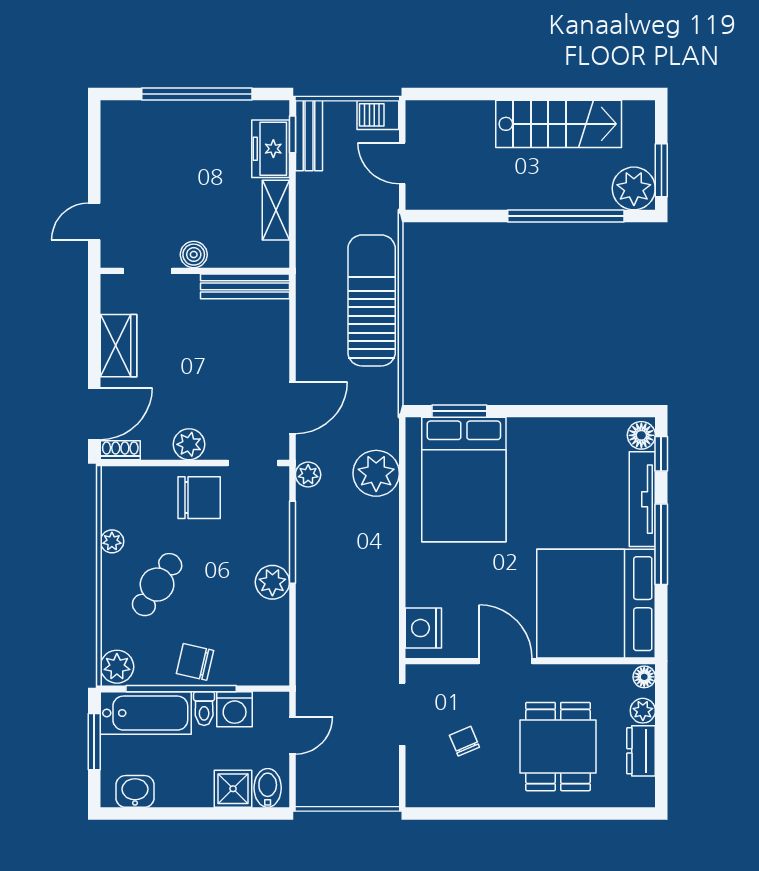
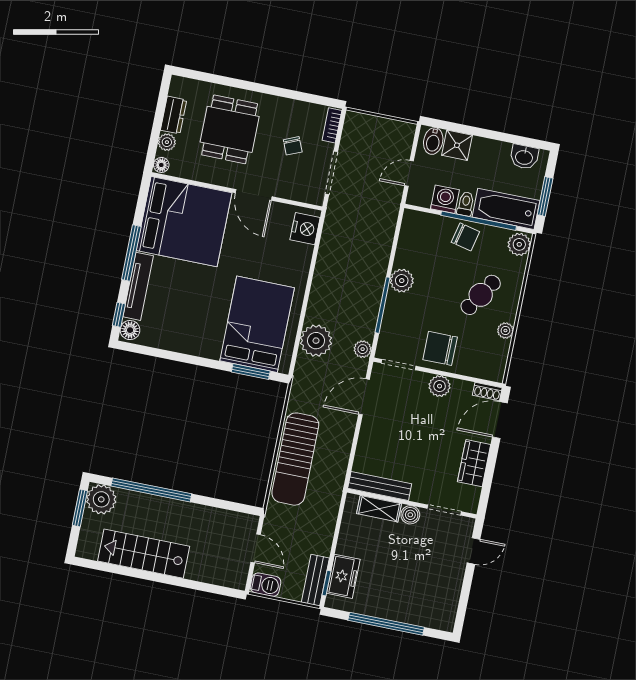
shelving: (276, 210) -> (379, 509), moved, turned 90
bookcase: (415, 781) -> (332, 125), added

